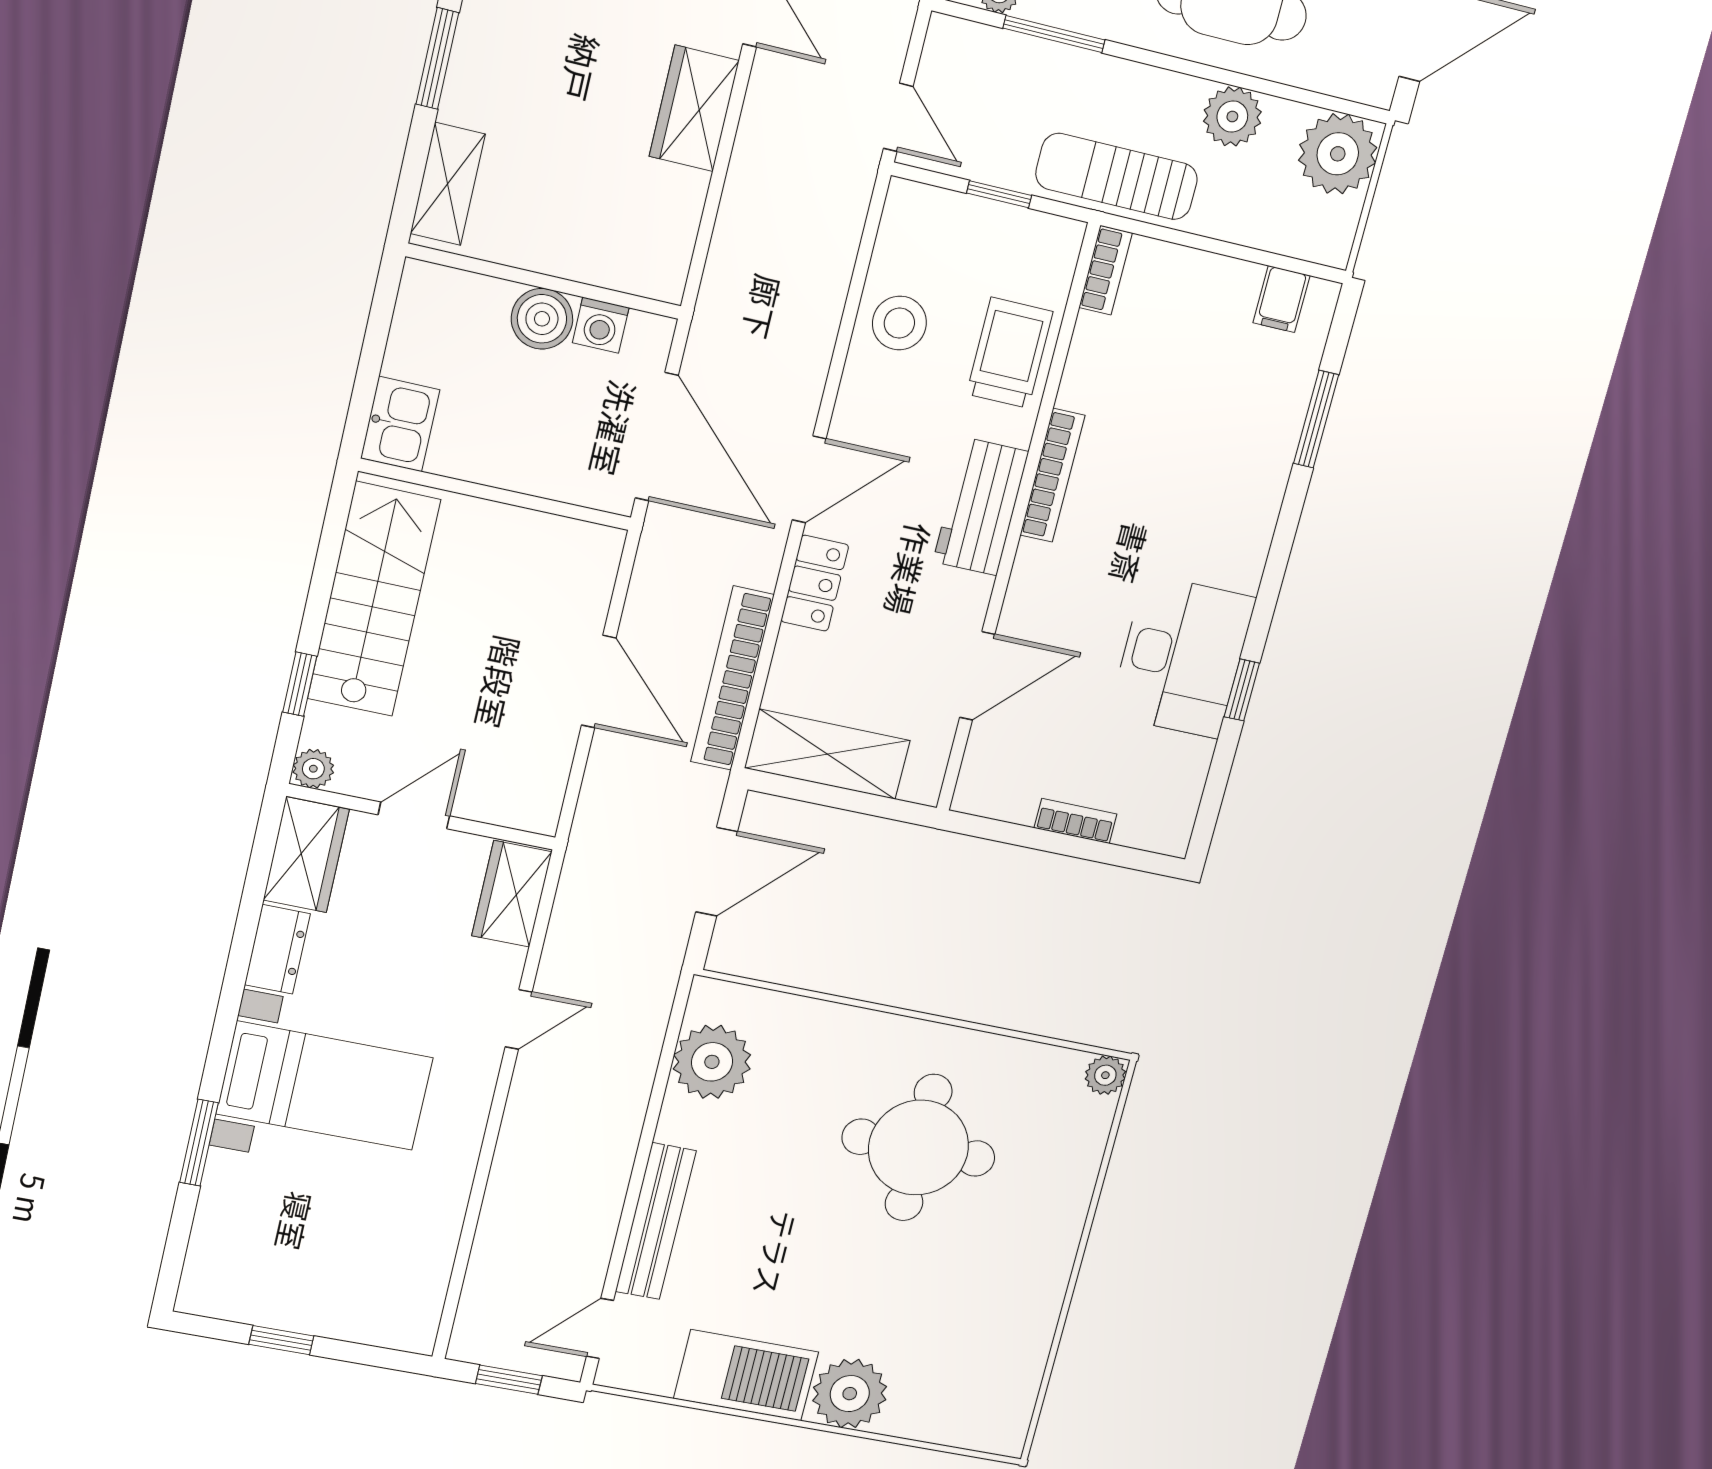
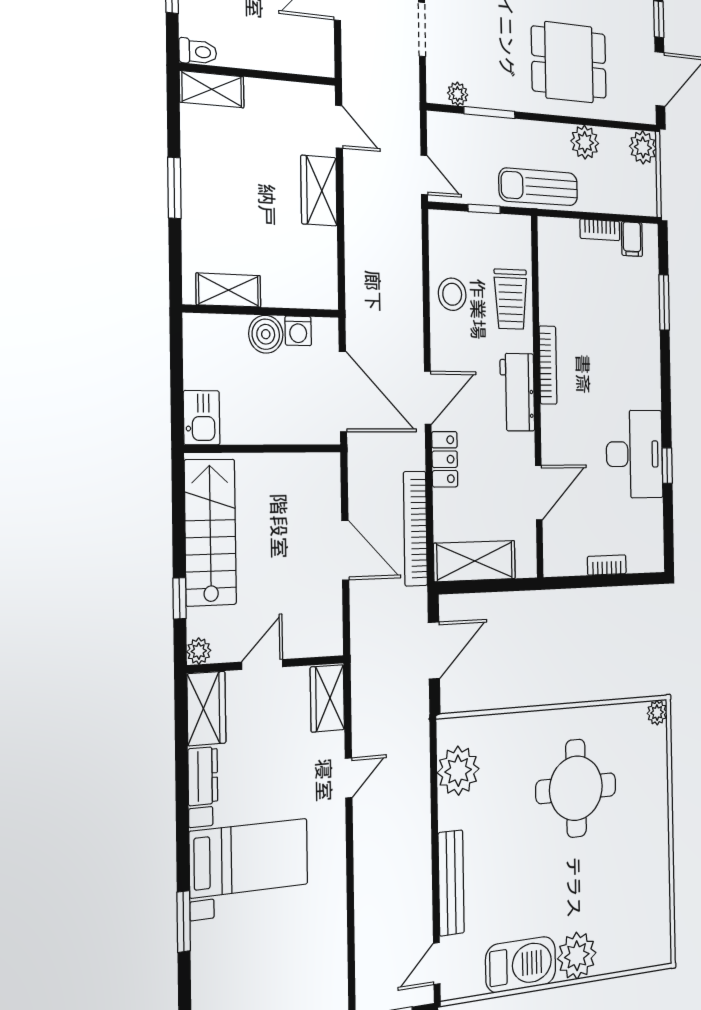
plant: (1338, 154) -> (643, 147), width x0.73, depth x0.73
shelving: (448, 184) -> (229, 290), moved, turned 90
bookcase: (1106, 270) -> (600, 230), moved, turned 90
trolley: (1010, 353) -> (511, 299), turned 180

